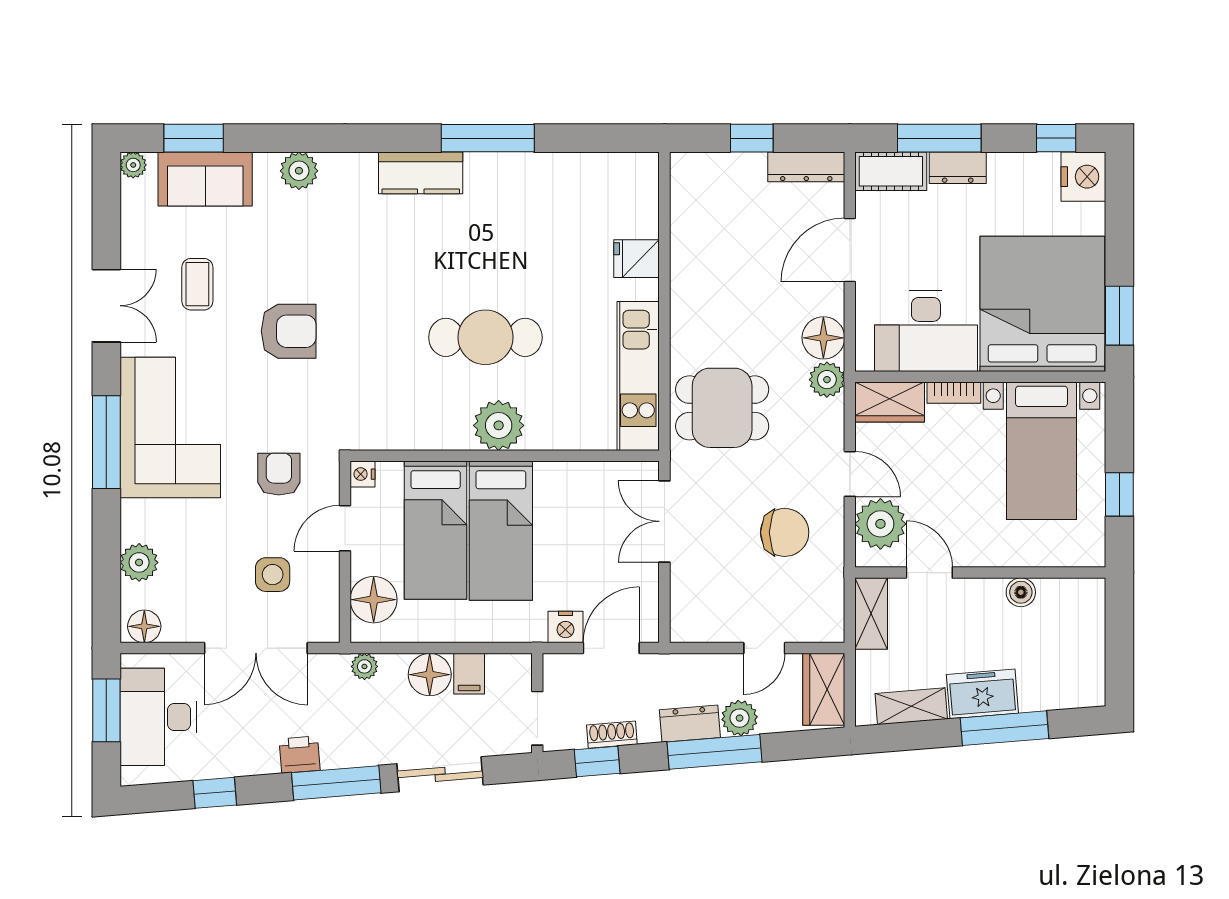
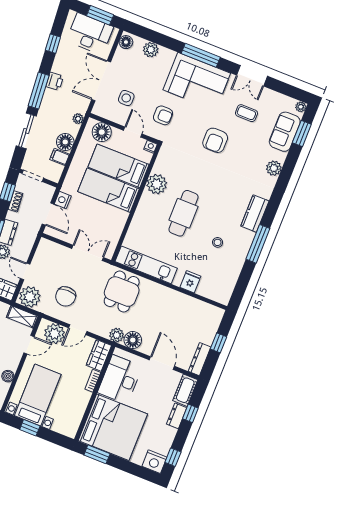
window: (939, 138) -> (190, 413), width x0.46
stool: (521, 232) -> (218, 242), added
plant: (499, 425) -> (157, 184), moved
bed with nightstands: (1041, 451) -> (38, 395), moved, turned 90
plant: (818, 614) -> (30, 297), added

